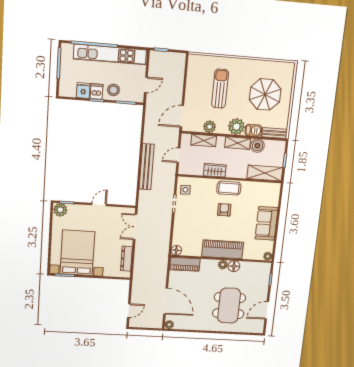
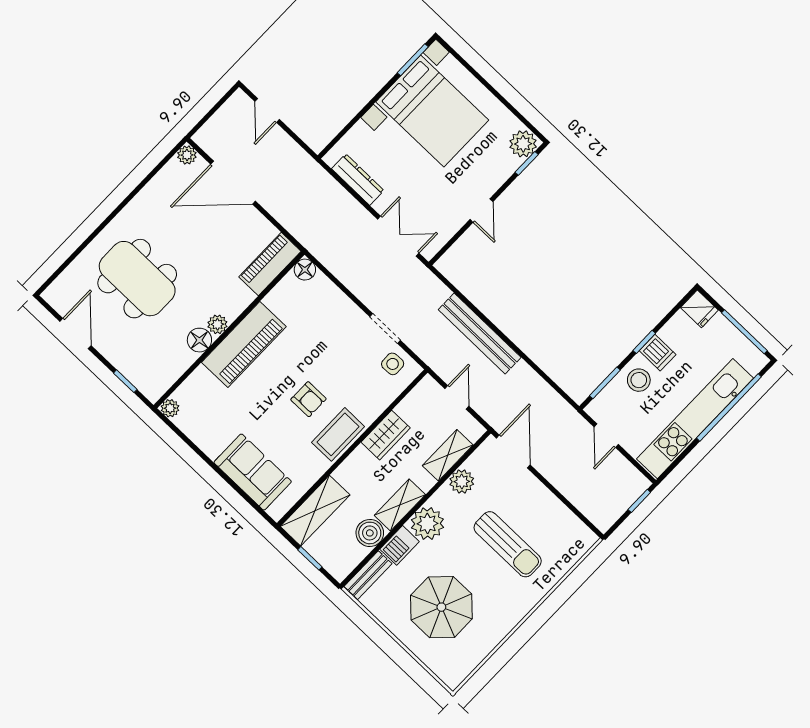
fridge: (83, 90) -> (699, 309), moved
sofa: (266, 223) -> (253, 472), moved

